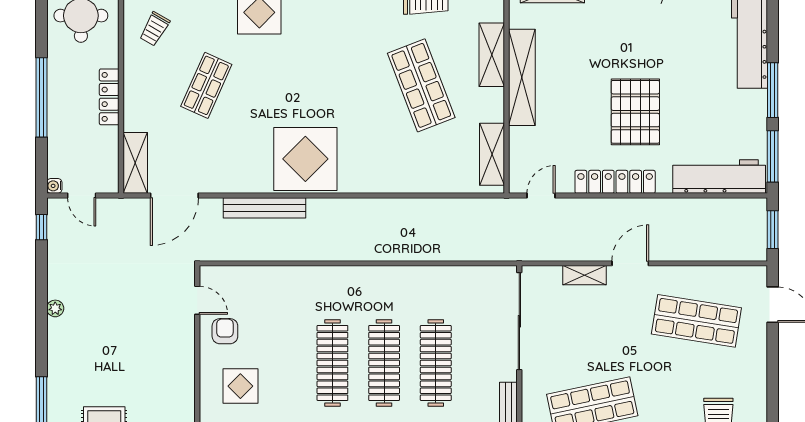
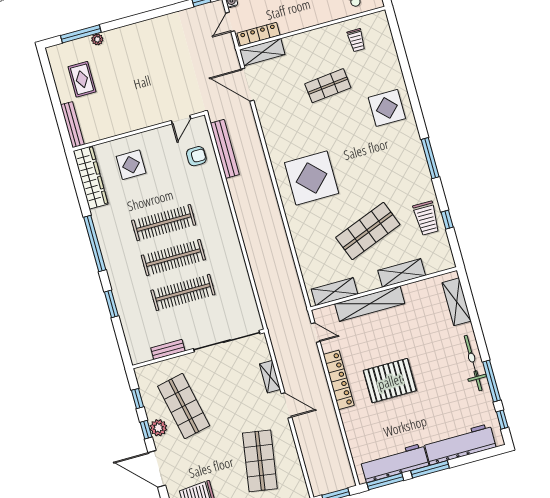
trolley: (154, 29) -> (356, 40), turned -120
shelving: (522, 77) -> (370, 304), moved
shop shelf: (206, 85) -> (328, 86), turned -30
locker: (109, 97) -> (258, 34), moved
display table: (305, 159) -> (312, 178), moved
workbench: (719, 177) -> (395, 463), moved, turned -90
bench: (265, 208) -> (225, 149), moved
plant: (55, 308) -> (97, 39), moved
armchair: (225, 331) -> (196, 156), moved

